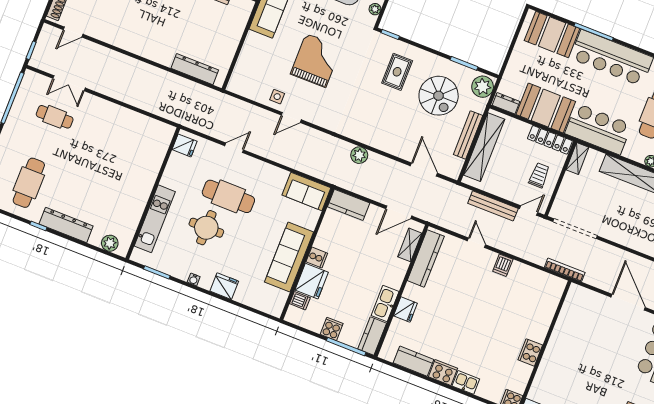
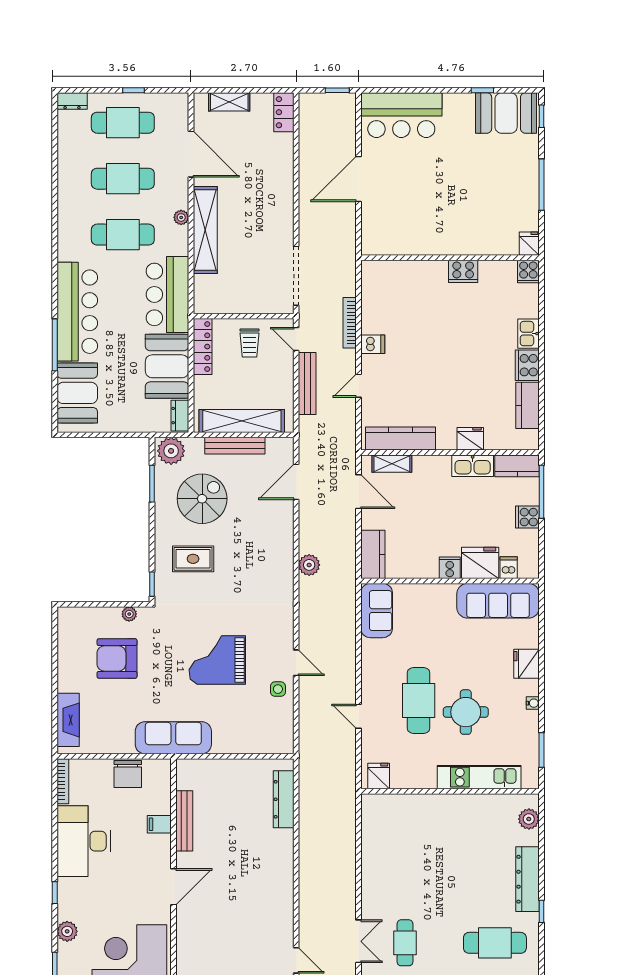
shelving: (577, 158) -> (212, 305), removed
trolley: (539, 175) -> (250, 343), turned -90
sofa: (289, 257) -> (498, 601), moved
bookcase: (565, 270) -> (350, 323), moved

